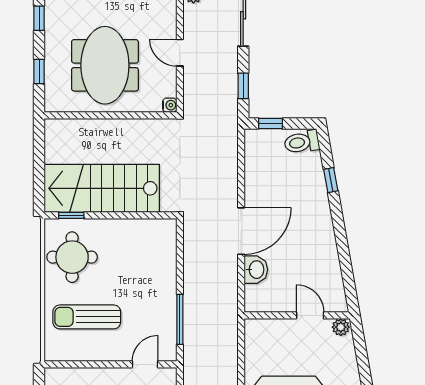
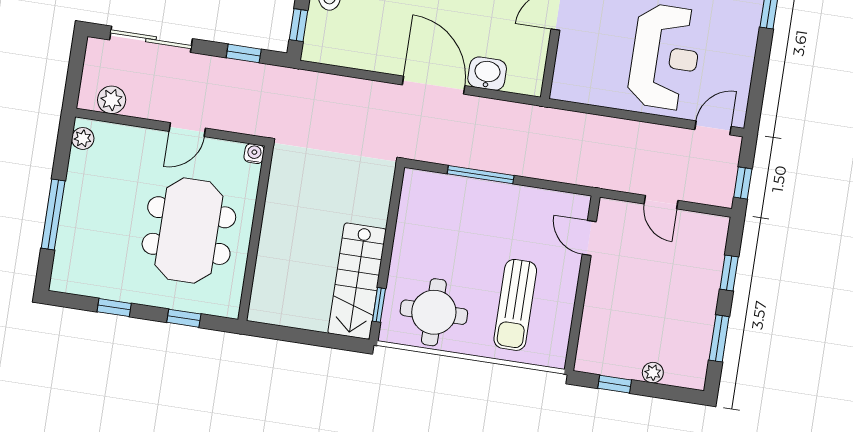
meeting table: (105, 65) -> (189, 231), turned 90
stairs: (102, 188) -> (357, 281), width x0.73, depth x0.66
window: (180, 319) -> (481, 175), moved

